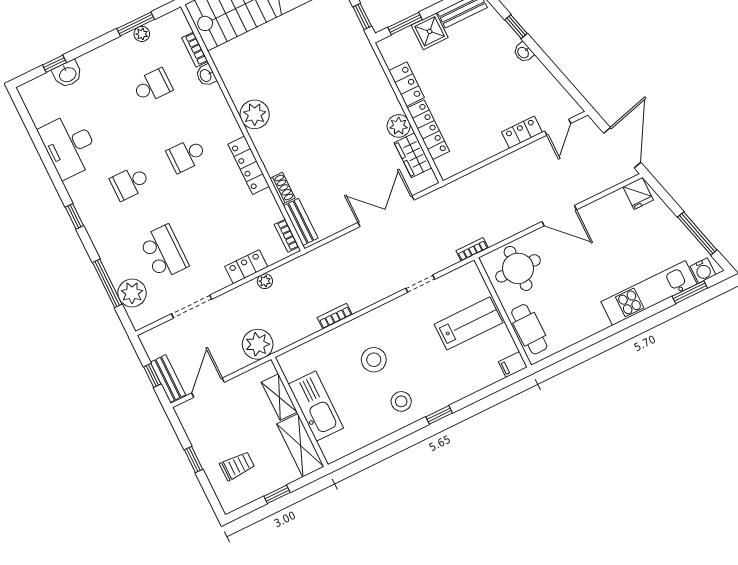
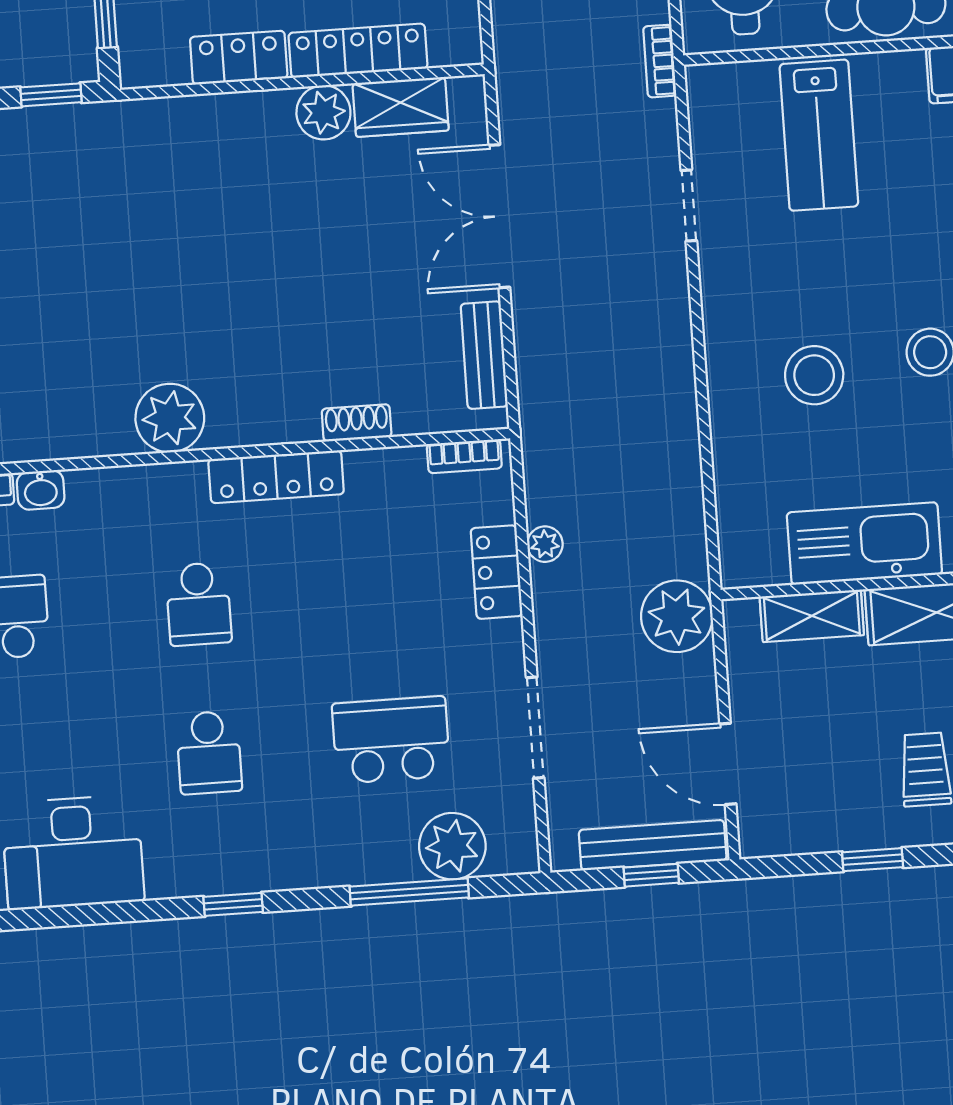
bench: (301, 222) -> (484, 355), moved, turned 90
bookcase: (335, 316) -> (684, 422), removed
lab bench: (468, 323) -> (819, 135), turned 180
bench: (168, 379) -> (653, 845), width x1.36

